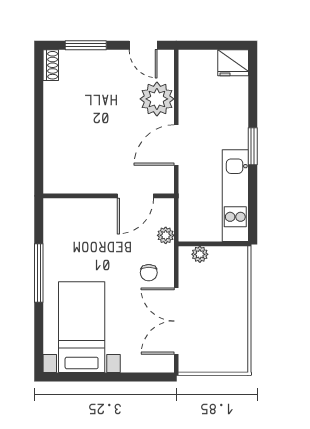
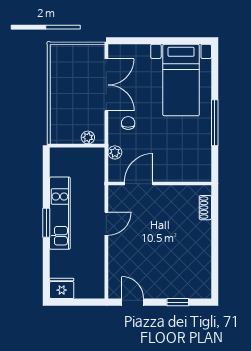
window: (86, 45) -> (178, 302), width x0.67
shoe rack: (51, 65) -> (205, 208), moved
plant: (157, 99) -> (122, 260), removed
door: (176, 145) -> (106, 224), width x0.73
kitchen unit: (235, 196) -> (60, 213), moved

